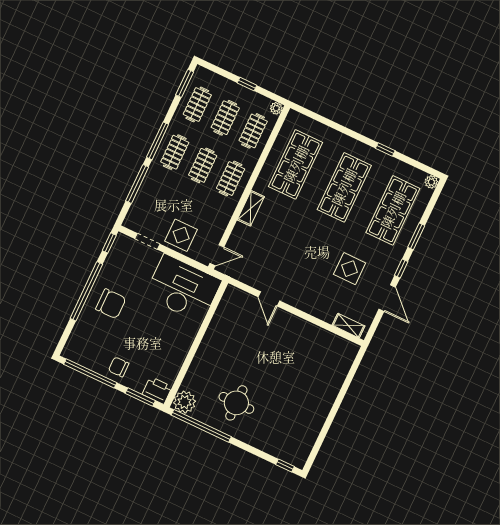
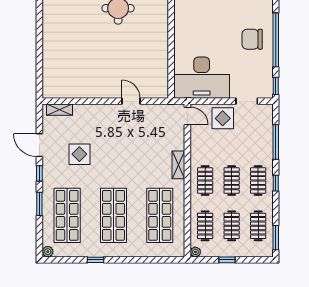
window: (158, 141) -> (276, 183), width x0.46
door: (217, 255) -> (187, 116), swing flipped

